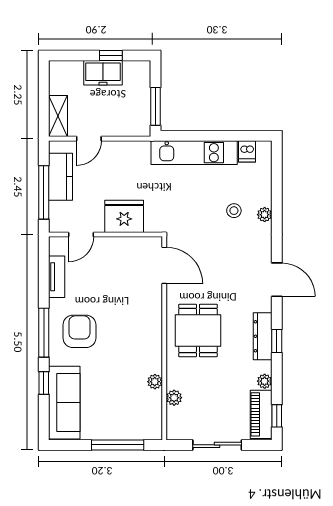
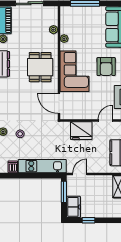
freezer: (103, 73) -> (73, 207), moved, turned 90
door: (89, 139) -> (80, 174), moved
corner sofa: (136, 323) -> (74, 71), added

